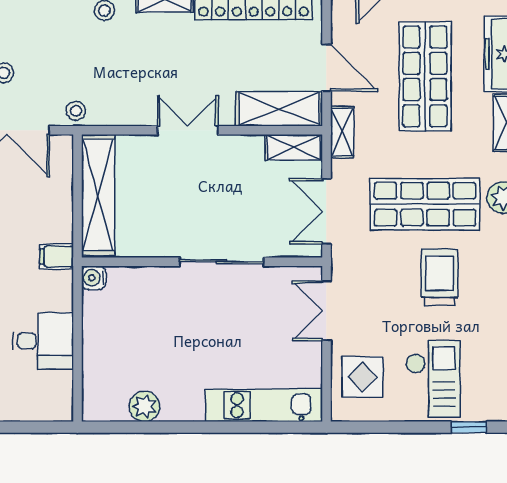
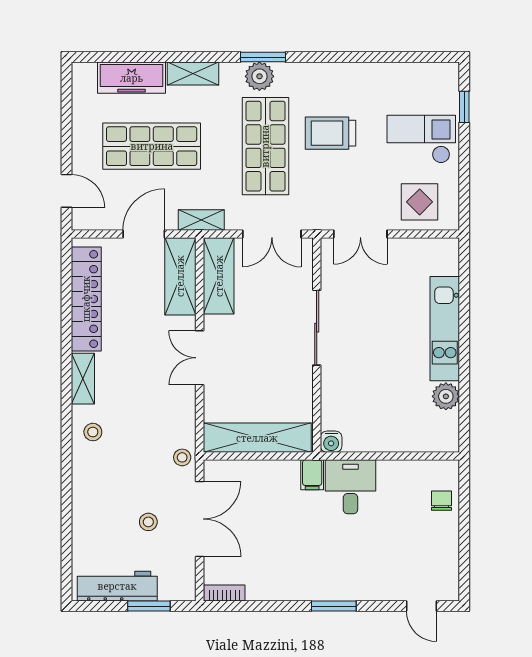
shelving: (294, 147) -> (219, 276), width x1.50, depth x1.33
desk: (43, 341) -> (350, 487), moved
chair: (27, 402) -> (442, 501), added
kitchen unit: (264, 405) -> (445, 329), moved

